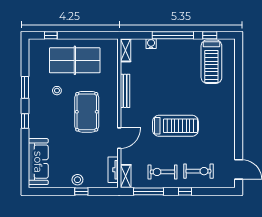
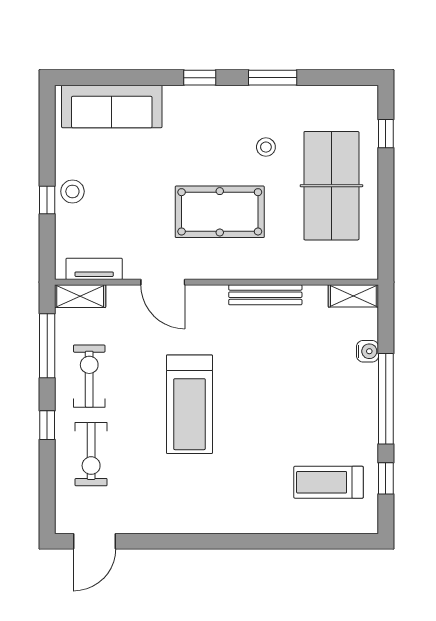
treadmill: (211, 62) -> (329, 482), width x0.73, depth x0.73

